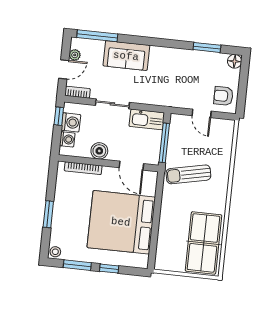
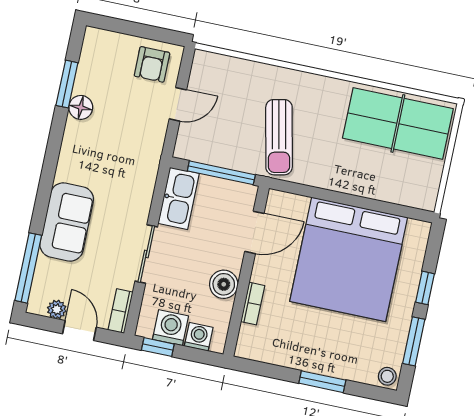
floor lamp: (235, 61) -> (81, 107), moved
bookcase: (83, 168) -> (253, 304), width x0.64

